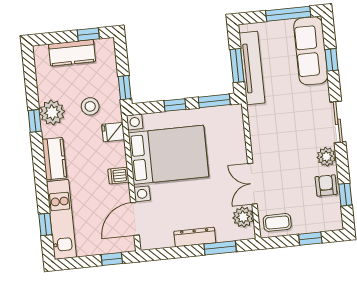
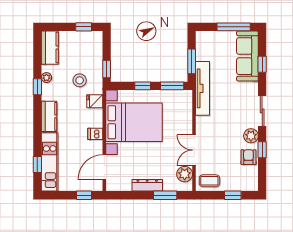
kitchen counter: (72, 53) -> (50, 48), moved, turned -90
tv unit: (252, 68) -> (203, 88), moved
plant: (52, 113) -> (46, 78), width x0.53, depth x0.53
window: (345, 195) -> (262, 150), moved

